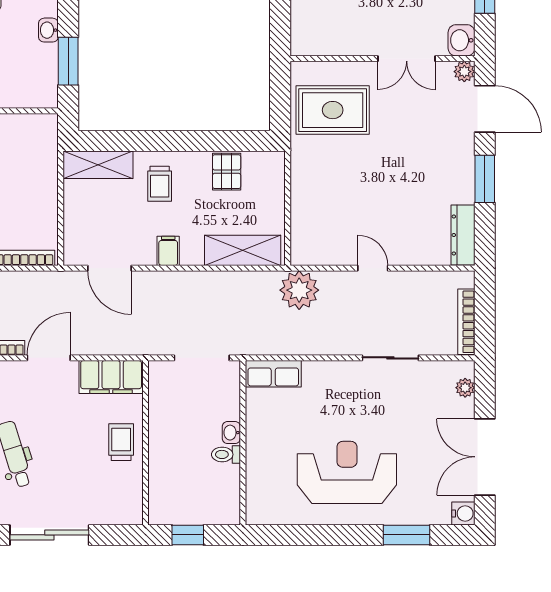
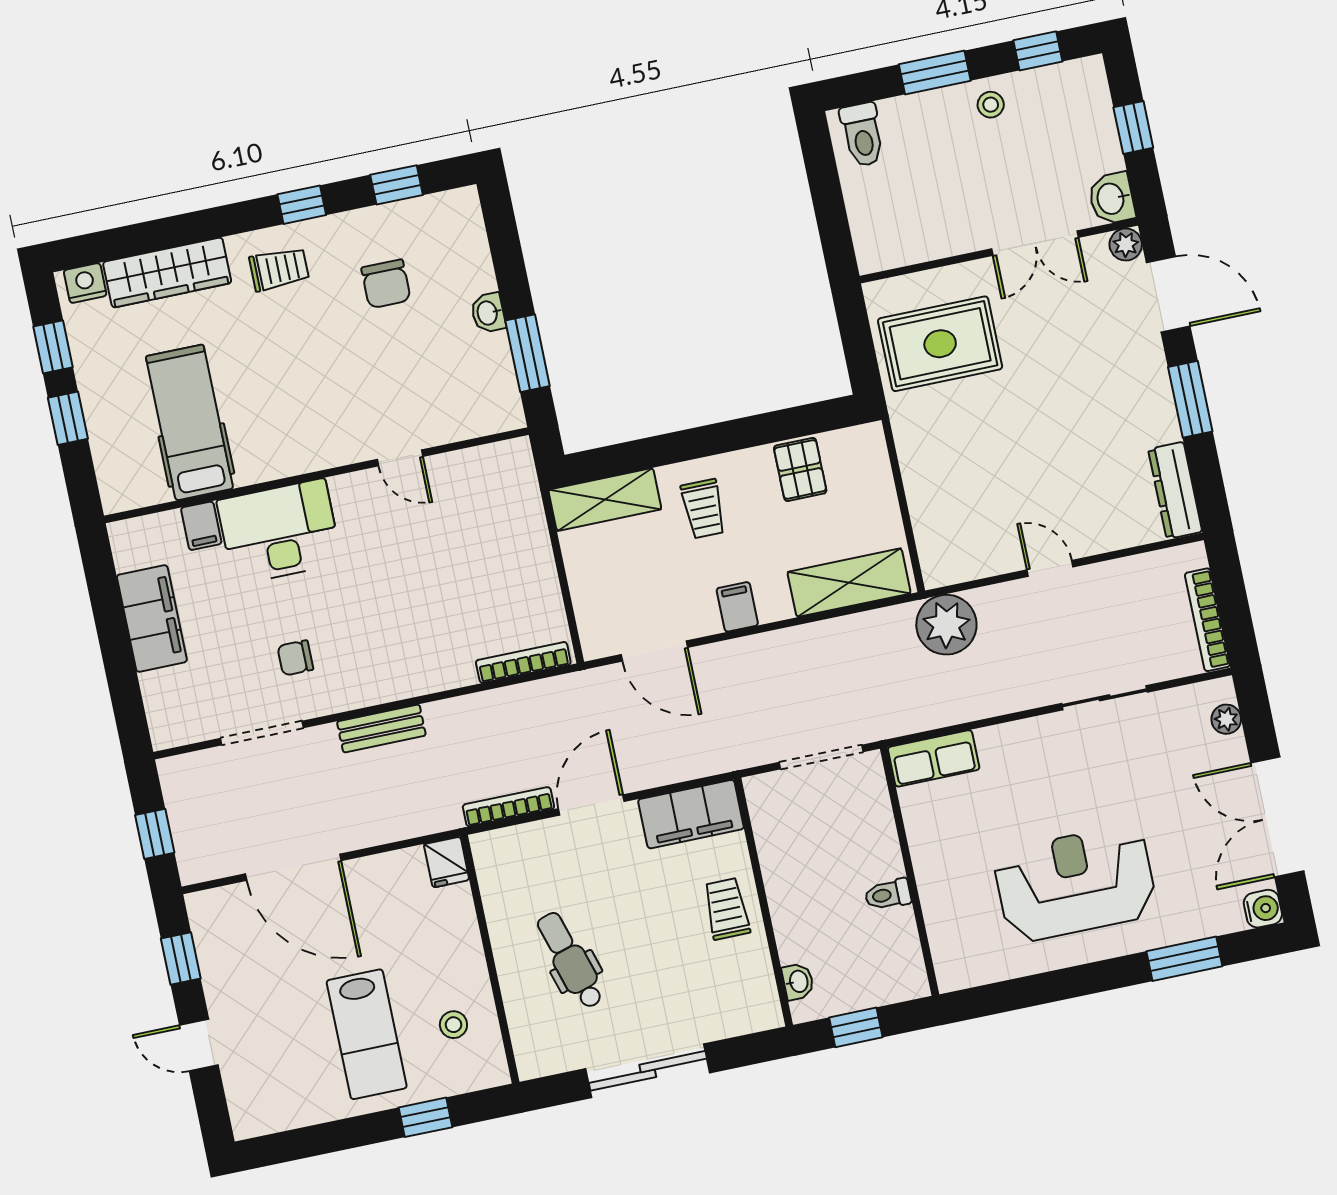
washbasin: (231, 433) -> (798, 982), moved, turned 180

